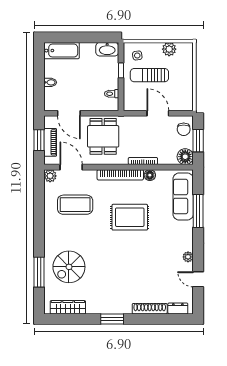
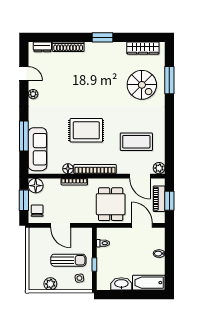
washbasin: (107, 49) -> (121, 284), moved
spiral stairs: (69, 267) -> (142, 85), turned 90

